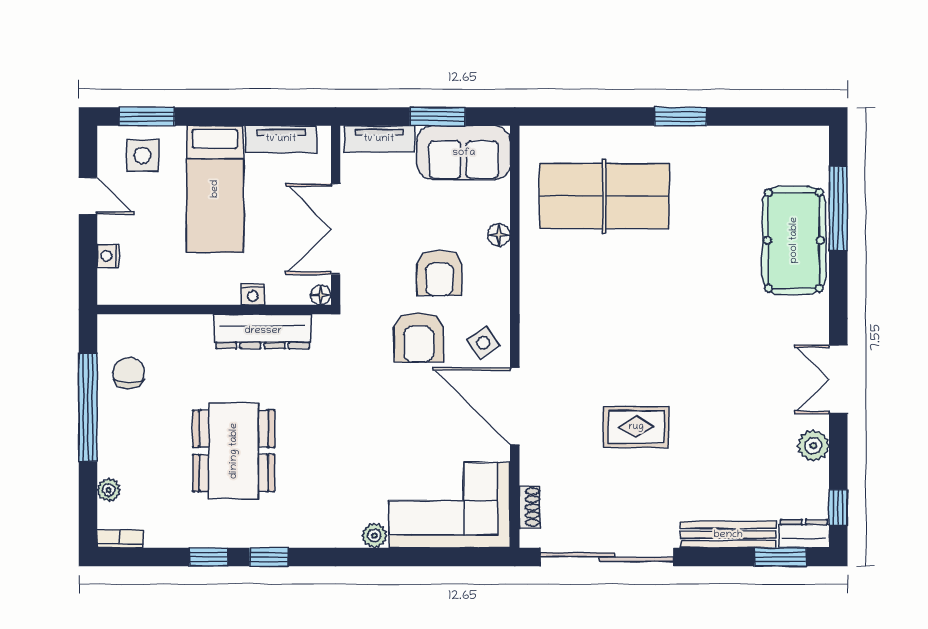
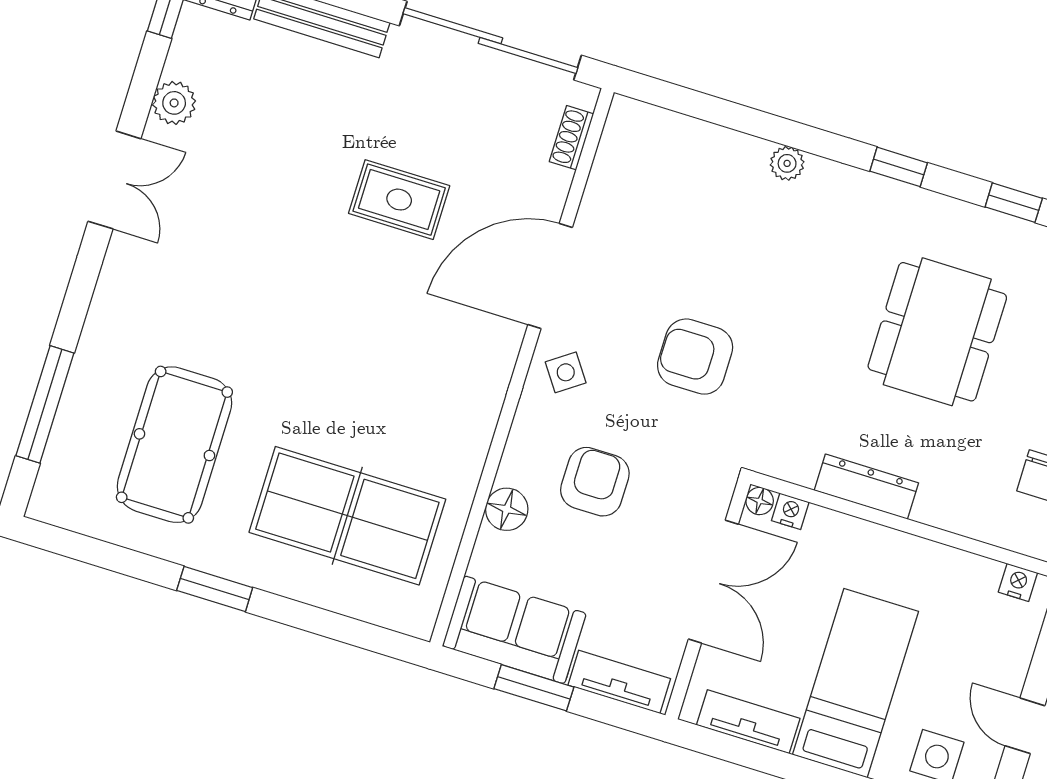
floor lamp: (499, 235) -> (507, 509), width x1.37, depth x1.37
pool table: (794, 240) -> (174, 445), moved
nightstand: (108, 256) -> (1018, 582), moved, turned -90
nightstand: (253, 294) -> (790, 511), moved
dresser: (263, 331) -> (866, 487), width x0.73, depth x0.80
armchair: (419, 337) -> (695, 357), moved, turned -90
door: (515, 406) -> (550, 276), swing flipped
corner sofa: (449, 505) -> (676, 173), removed
window: (269, 557) -> (899, 167), moved

